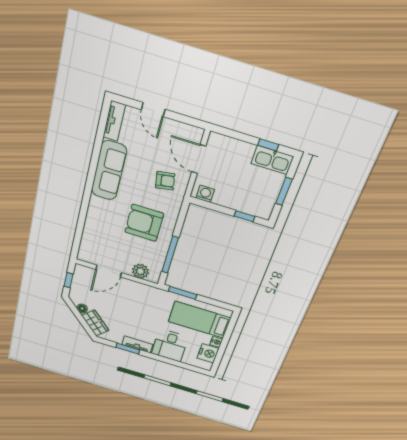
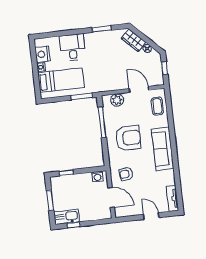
sofa: (109, 171) -> (163, 149), moved
coffee table: (93, 244) -> (157, 106), added
door: (109, 271) -> (139, 89), hinge flipped
tv unit: (137, 344) -> (96, 36), removed

